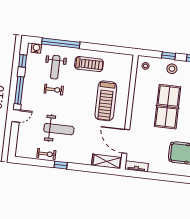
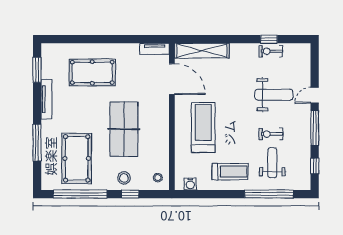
water cooler: (36, 48) -> (190, 184), moved
treadmill: (89, 64) -> (230, 172), turned 180
weight bench: (59, 129) -> (274, 95), moved, turned 180
shelving: (107, 161) -> (202, 51), width x1.47
window: (61, 165) -> (269, 39), moved

